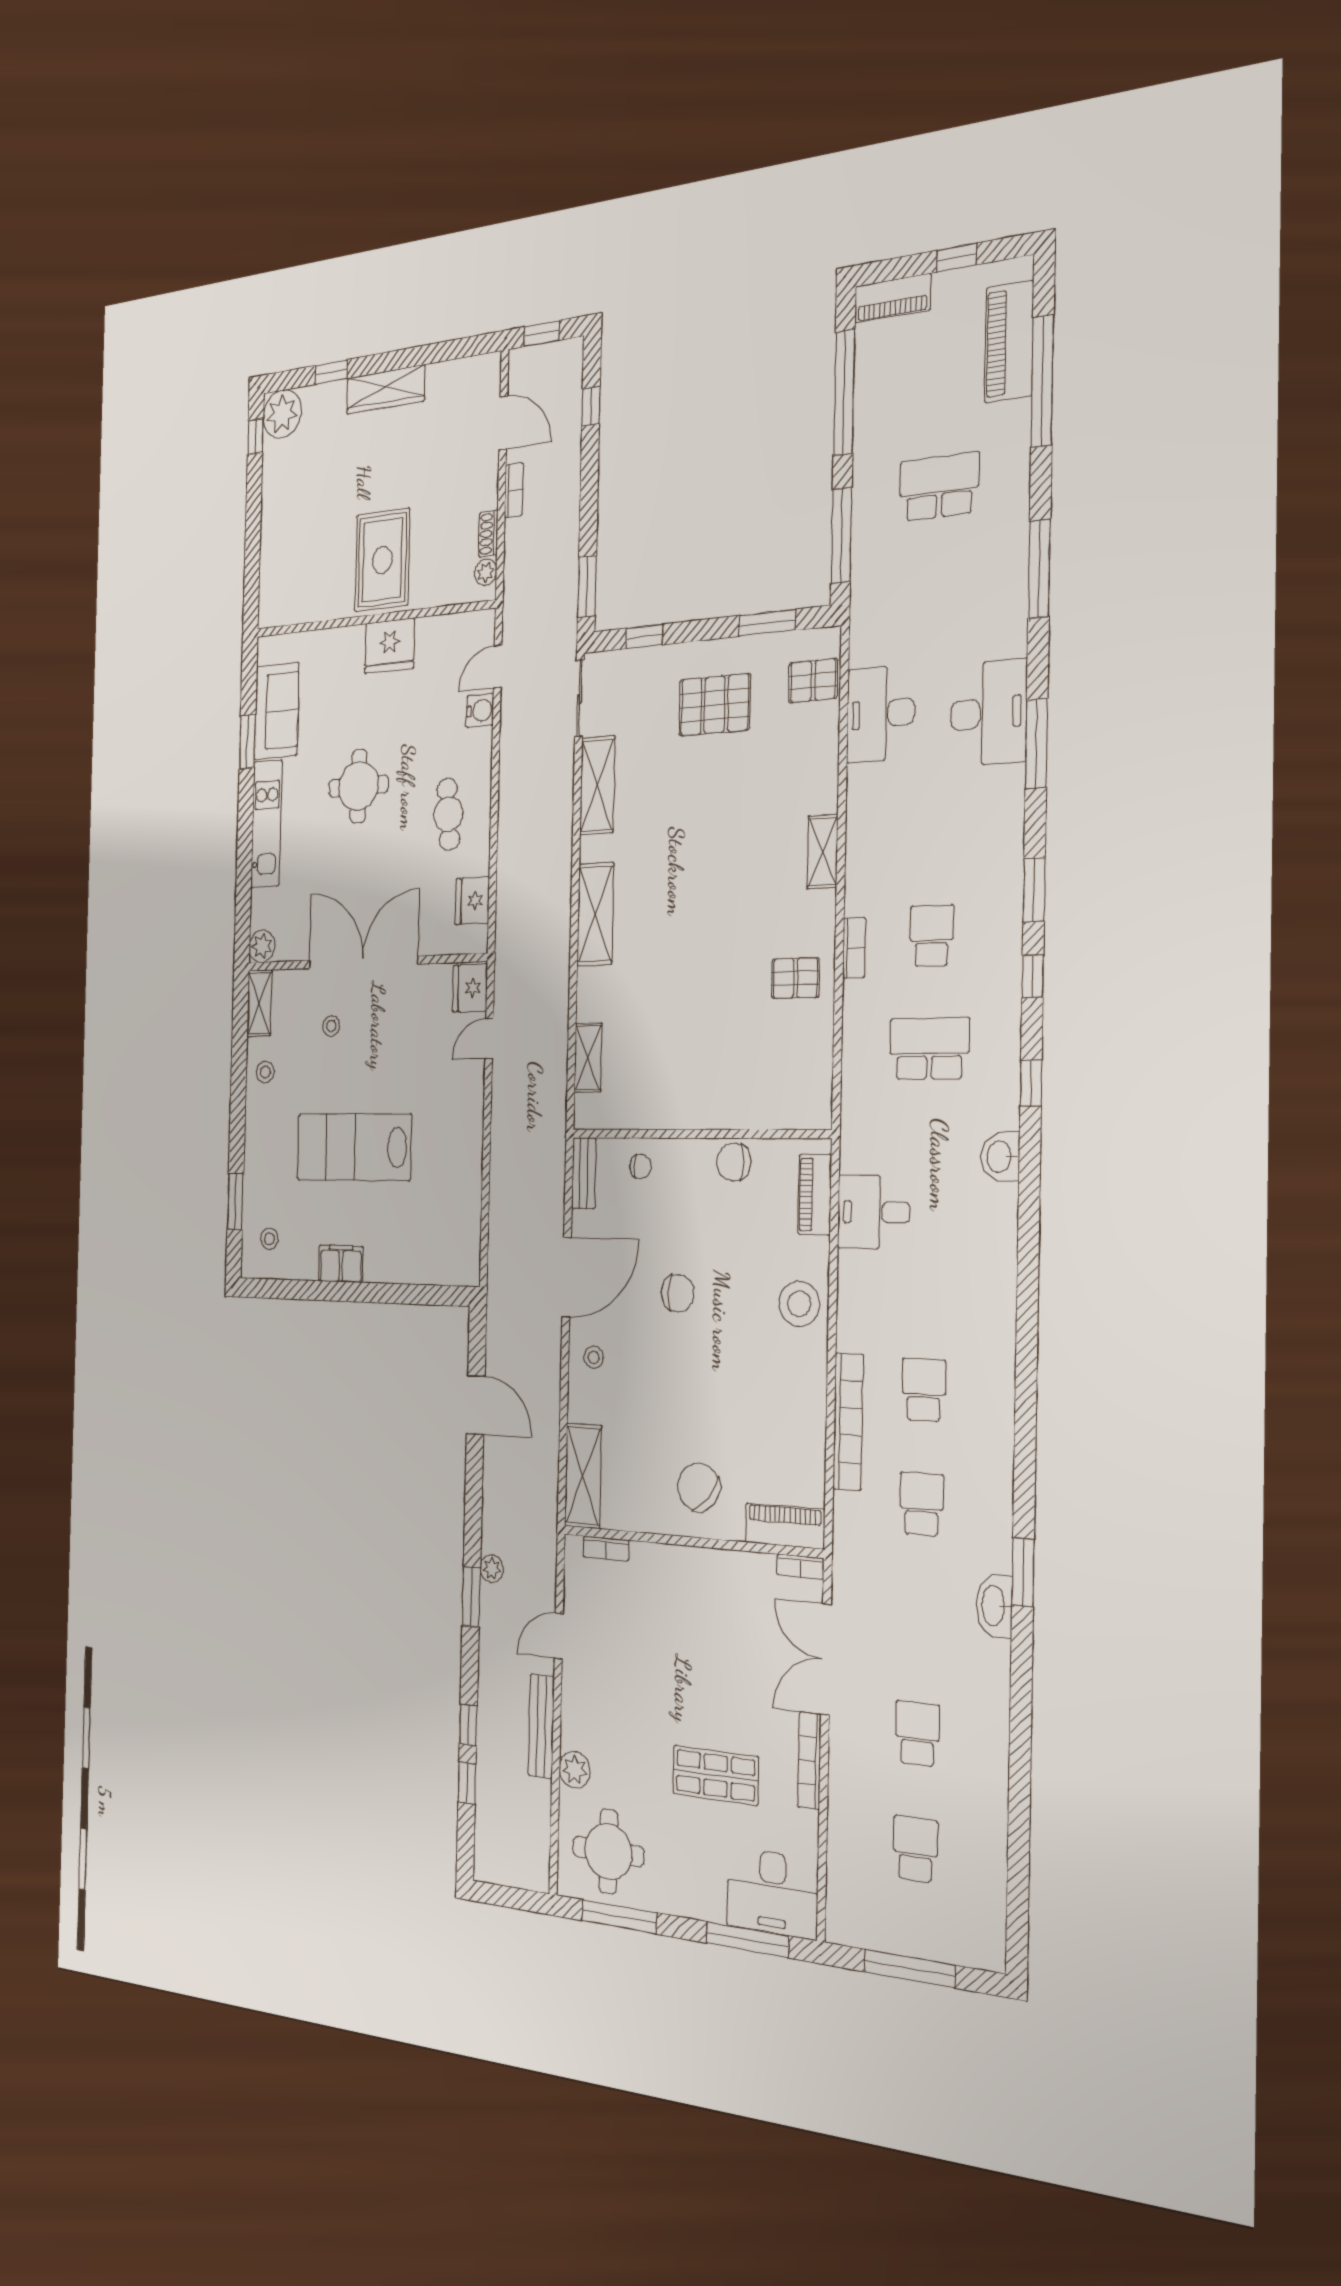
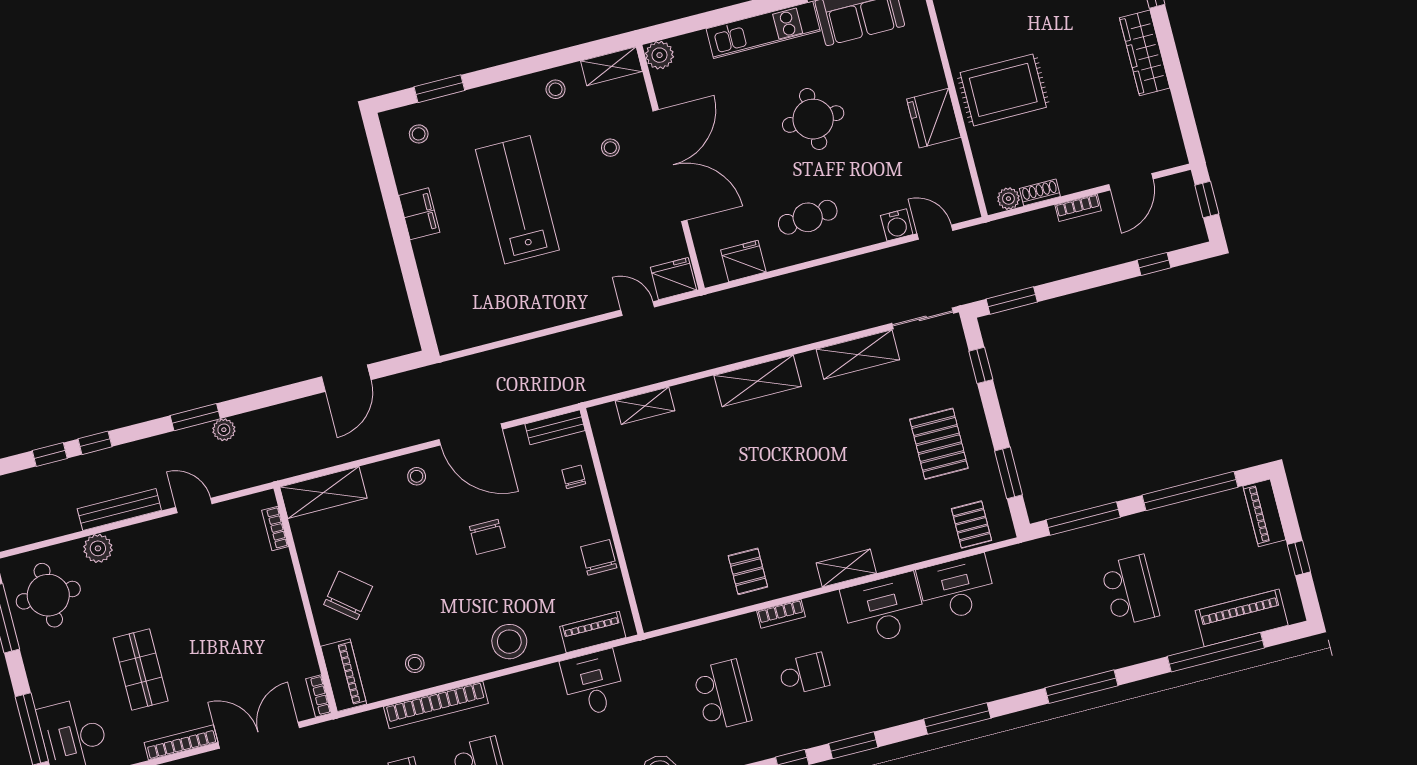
desk: (989, 713) -> (884, 609), moved, turned 180
chair: (640, 1166) -> (574, 477), turned 180
stool: (794, 1432) -> (415, 664), added

